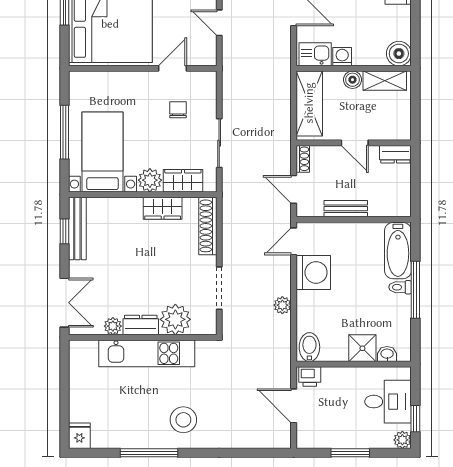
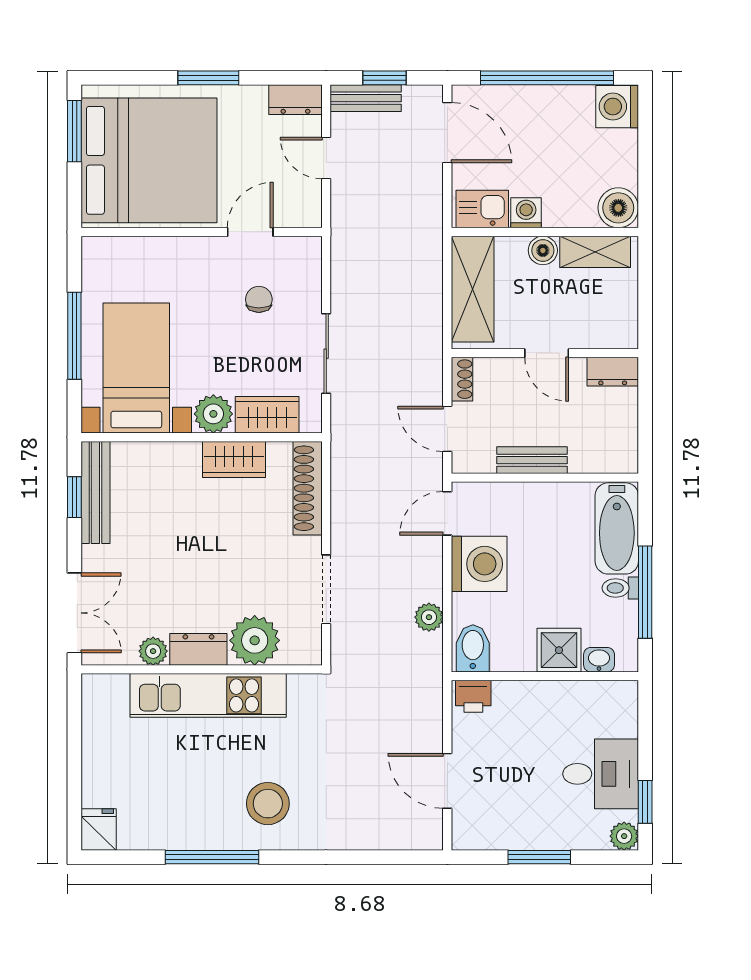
bidet: (309, 347) -> (473, 648), moved
shower: (362, 348) -> (559, 650), moved
washbasin: (387, 354) -> (599, 660), moved
wall: (354, 364) -> (545, 676), moved
printer: (310, 377) -> (473, 696), moved

